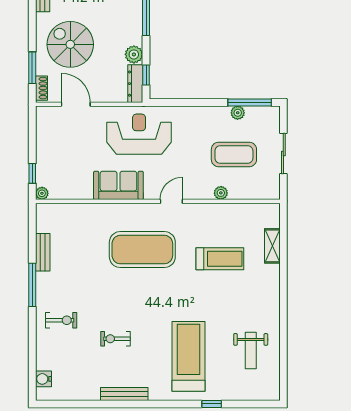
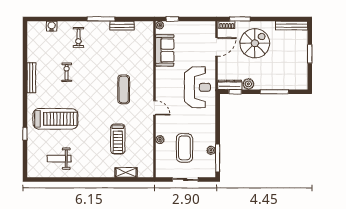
sofa: (118, 185) -> (165, 50), moved
exercise mat: (142, 250) -> (124, 89), width x0.50, depth x0.69
water cooler: (43, 379) -> (52, 26), moved

